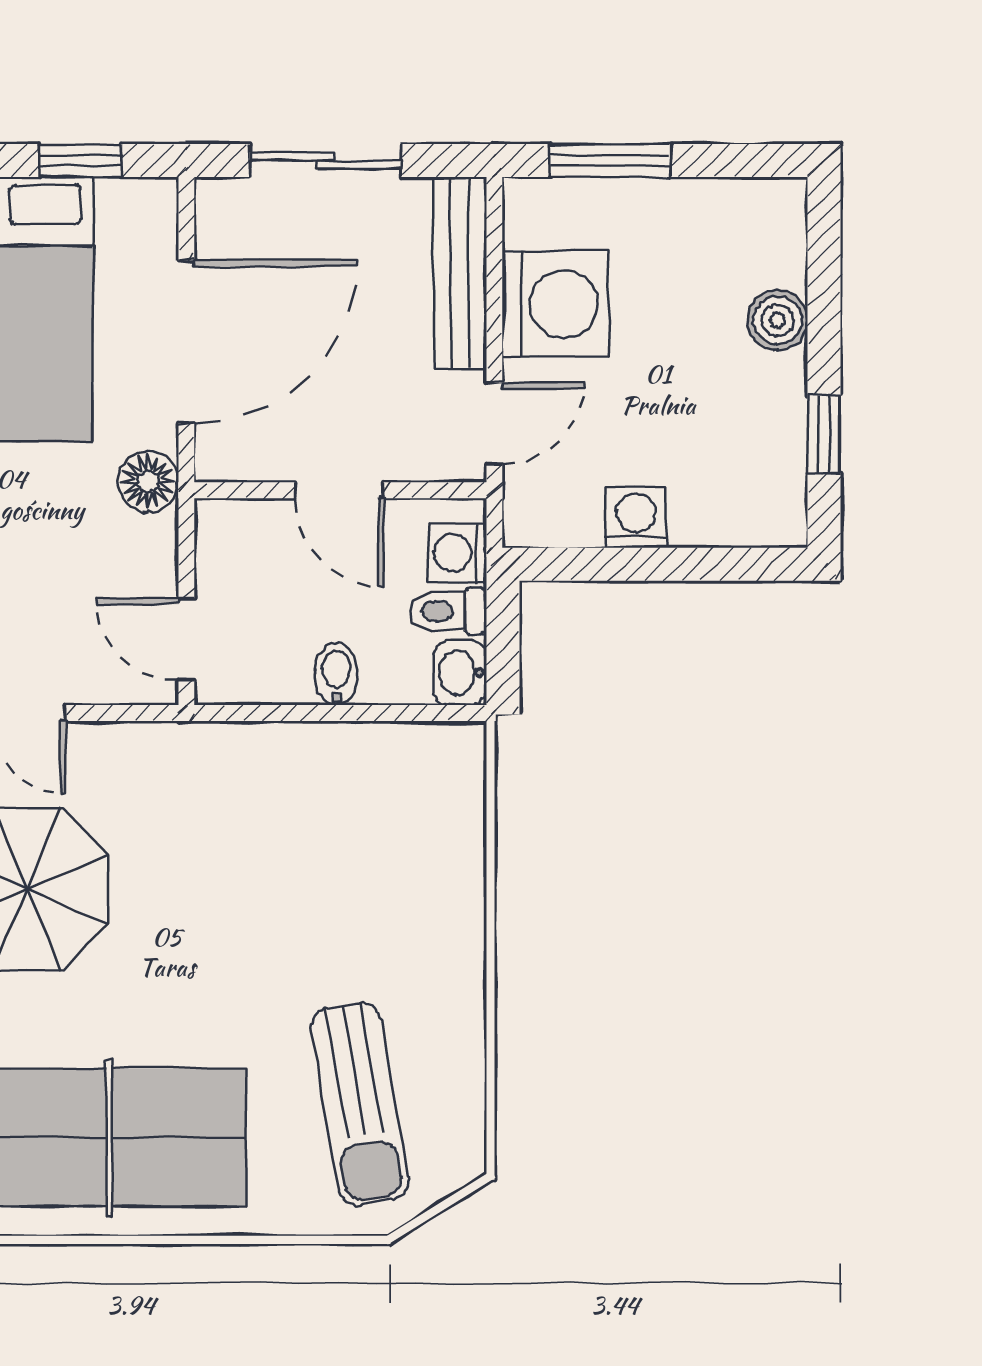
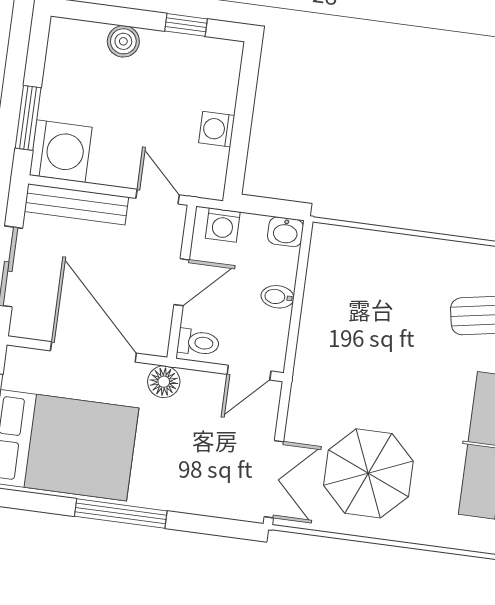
washing machine: (555, 304) -> (61, 151), moved, turned 90
toilet: (448, 611) -> (198, 342), moved, turned -90

